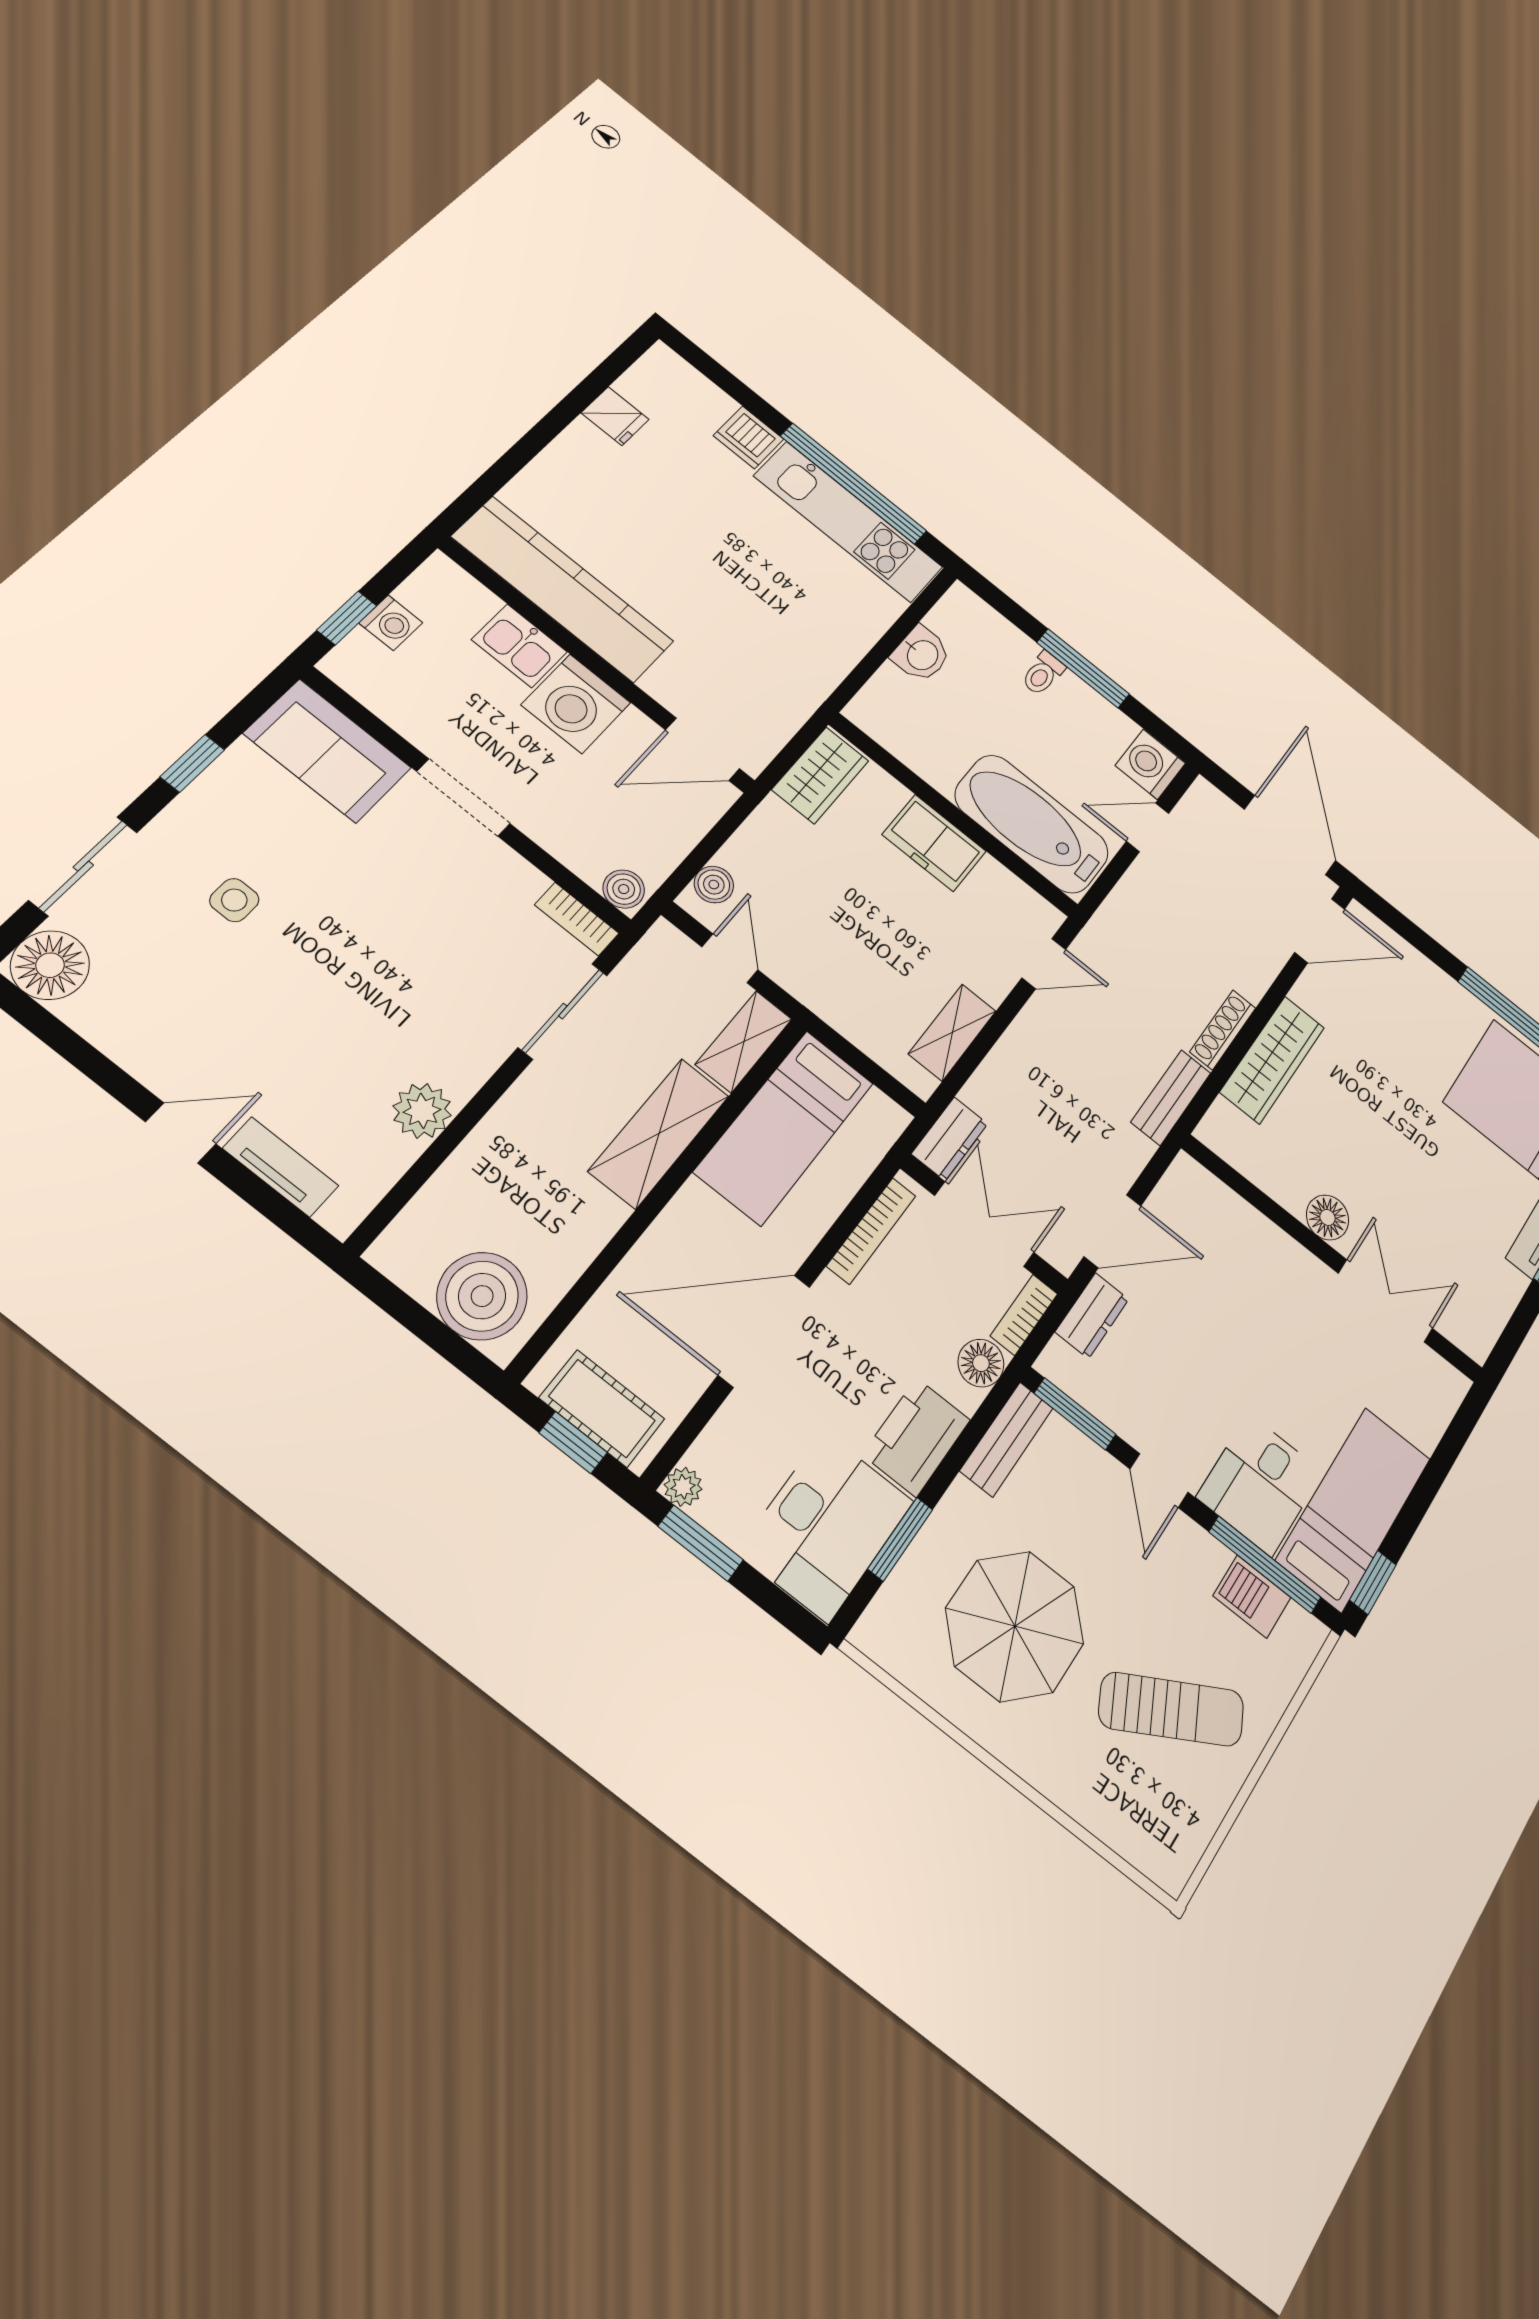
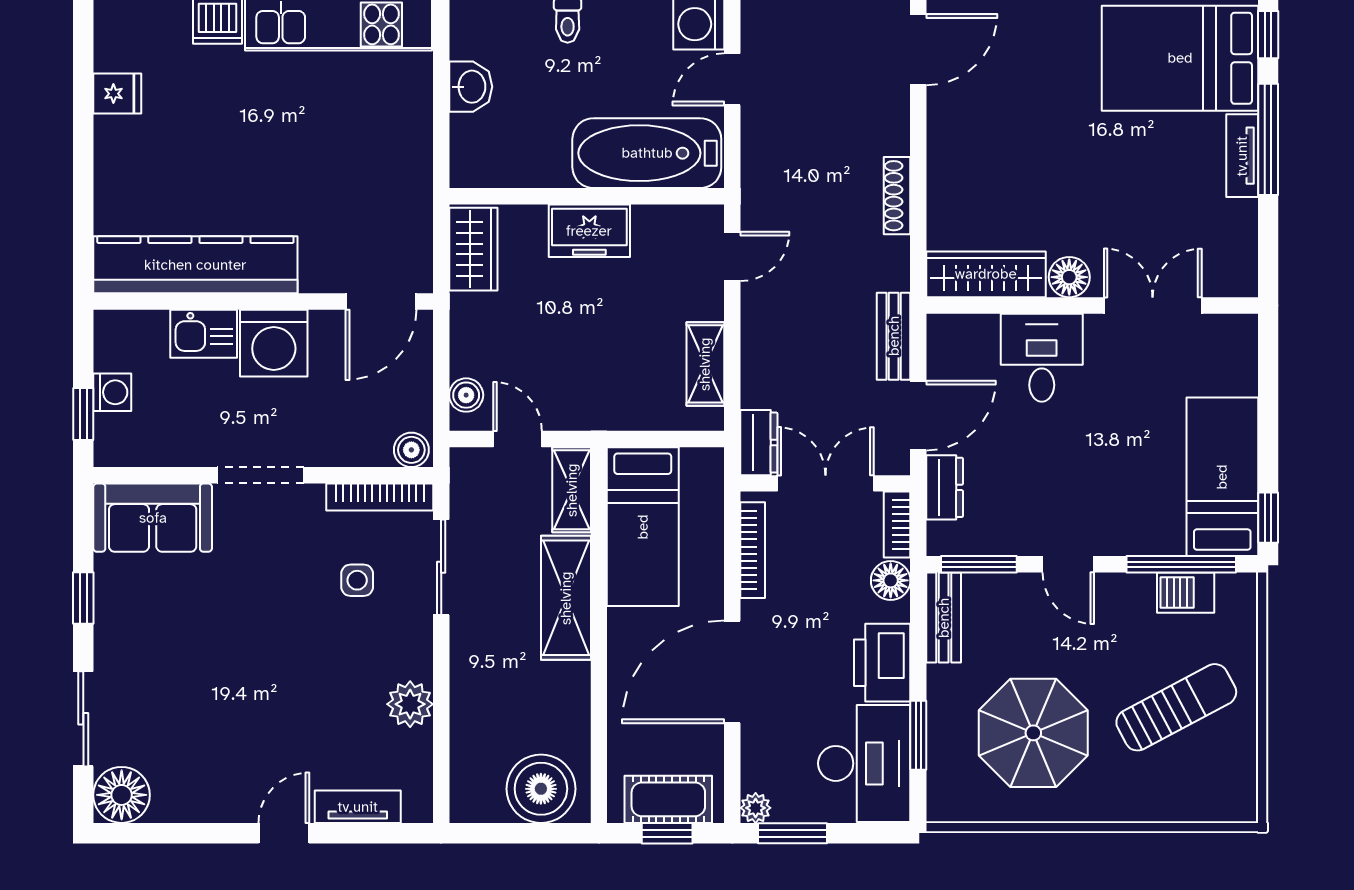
side table: (234, 900) -> (357, 580), moved
bookcase: (577, 919) -> (380, 497), width x1.56
wardrobe: (1272, 1060) -> (986, 274), moved, turned -90
bench: (1171, 1097) -> (894, 336), moved
desk: (1260, 1485) -> (1042, 358), moved, turned 180

